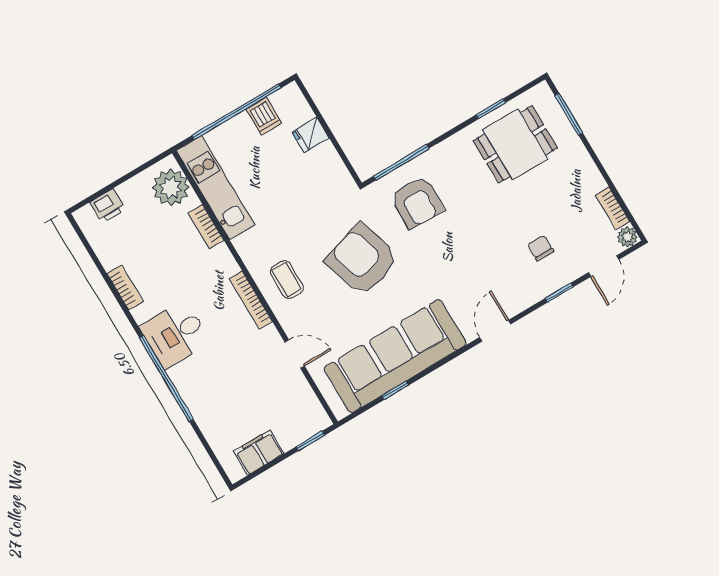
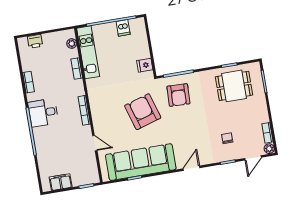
fridge: (310, 135) -> (145, 65), moved
plant: (171, 188) -> (72, 43), width x0.53, depth x0.53
coffee table: (287, 280) -> (104, 107), removed

